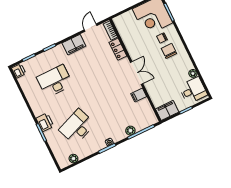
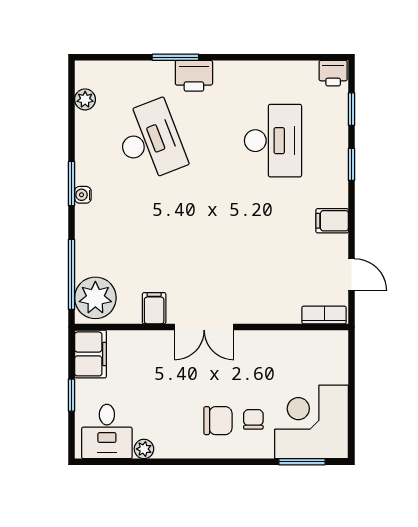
filing cabinet: (74, 45) -> (332, 221), width x0.50
locker: (118, 49) -> (276, 312), removed
plant: (130, 131) -> (95, 298), moved, width x1.87, depth x1.87

